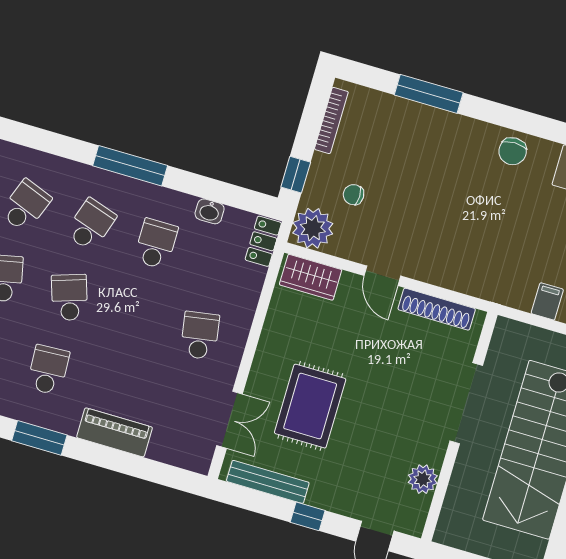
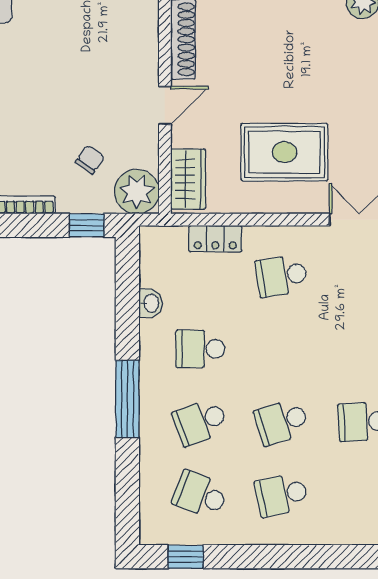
chair: (354, 195) -> (90, 160), turned -145
school desk: (91, 225) -> (200, 422), turned -39
locker: (263, 241) -> (215, 239), moved
rug: (310, 406) -> (284, 152), moved

